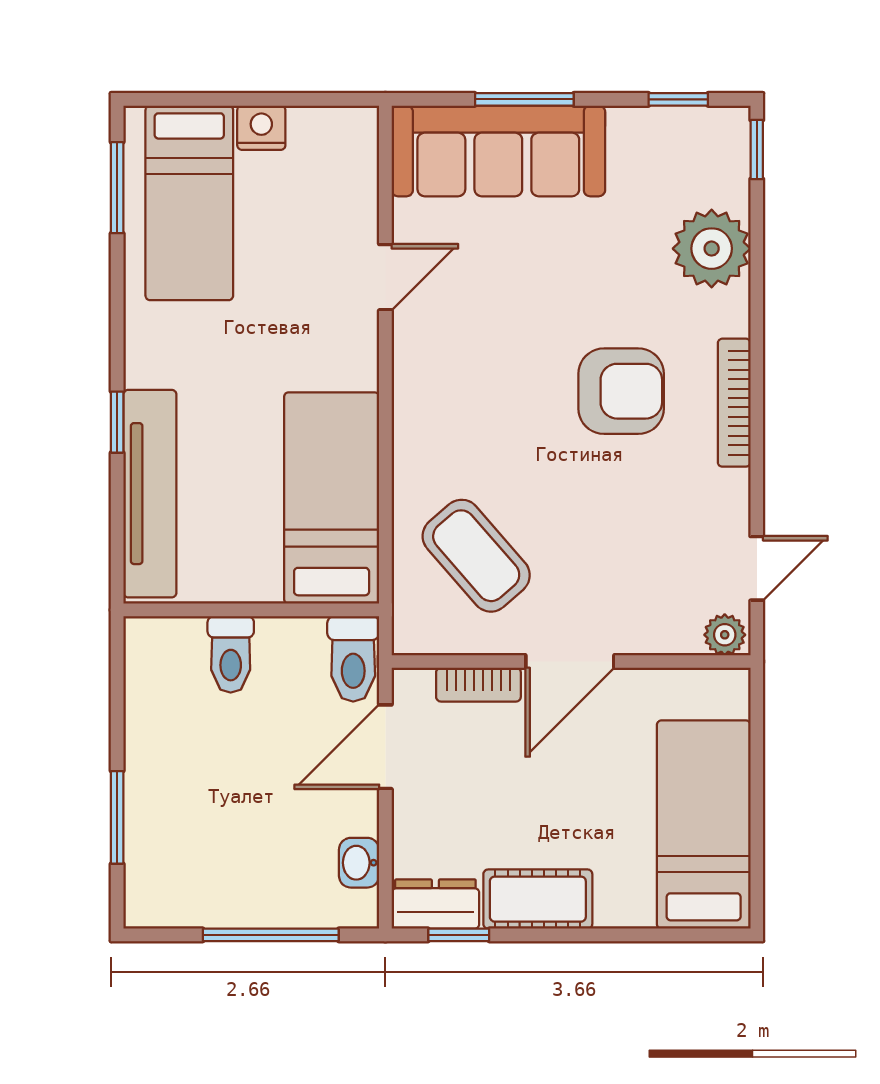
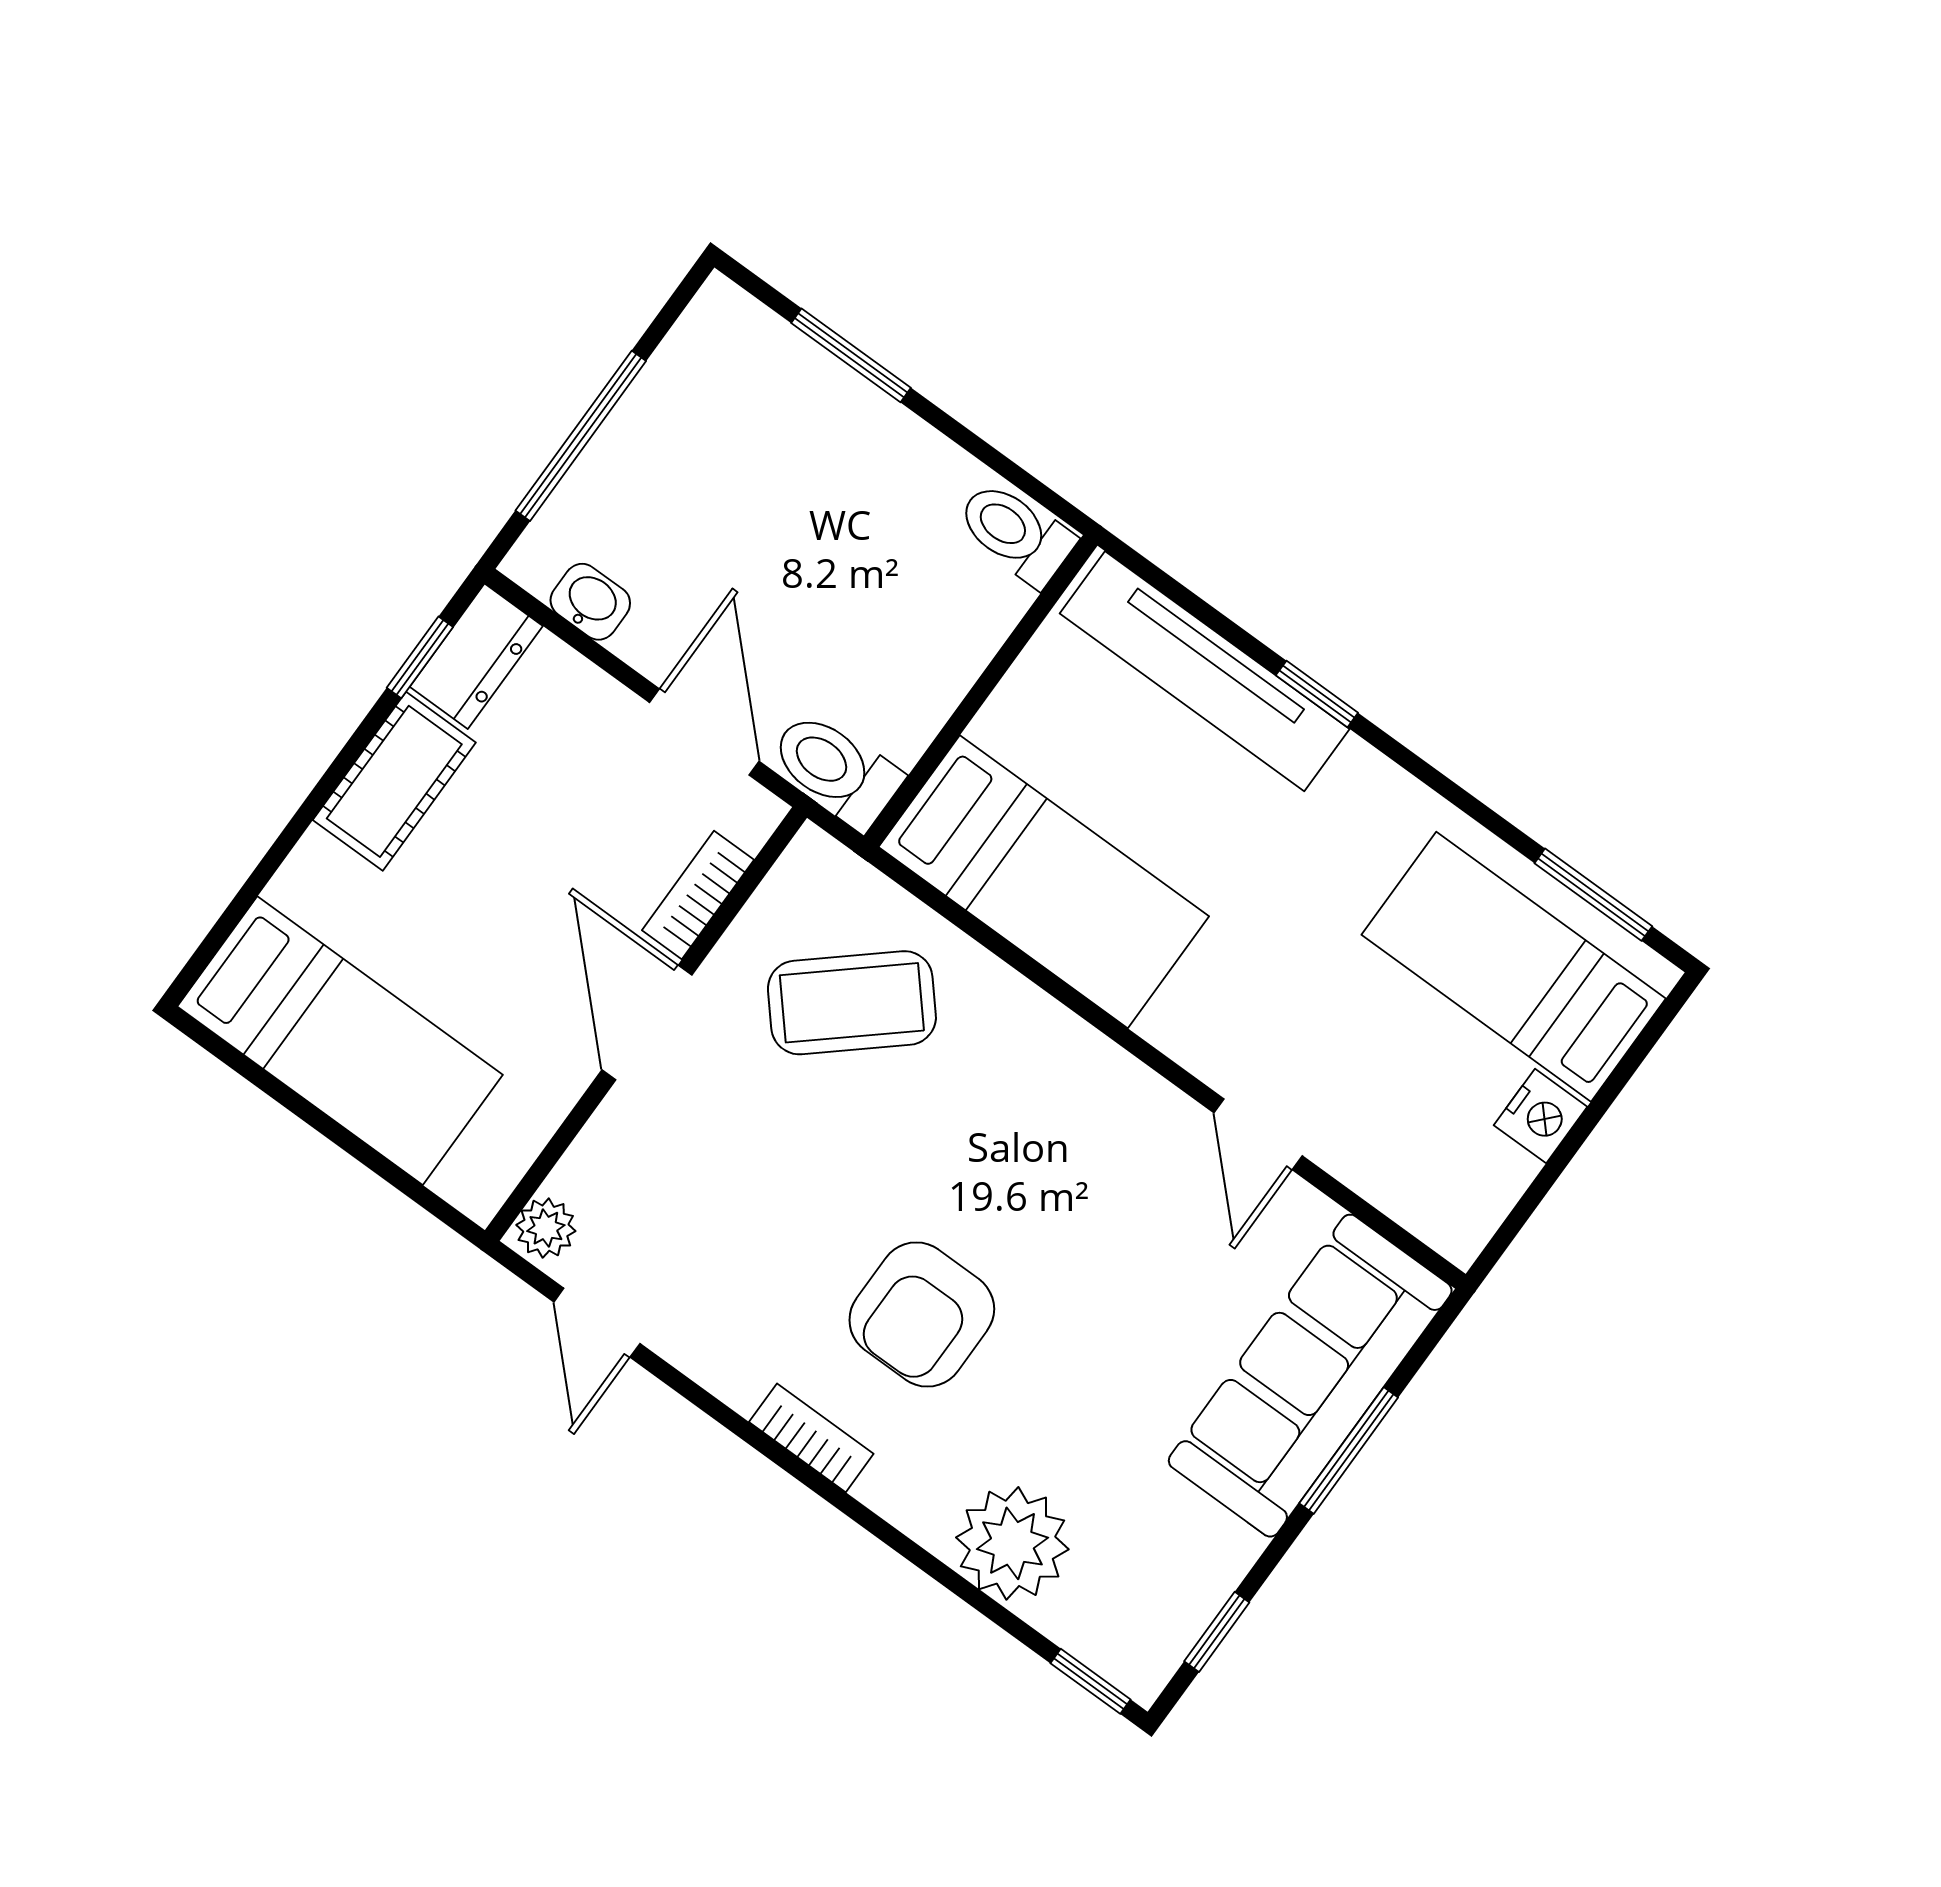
bookcase: (734, 403) -> (811, 1438), width x0.64
toilet: (231, 654) -> (1016, 533), moved

